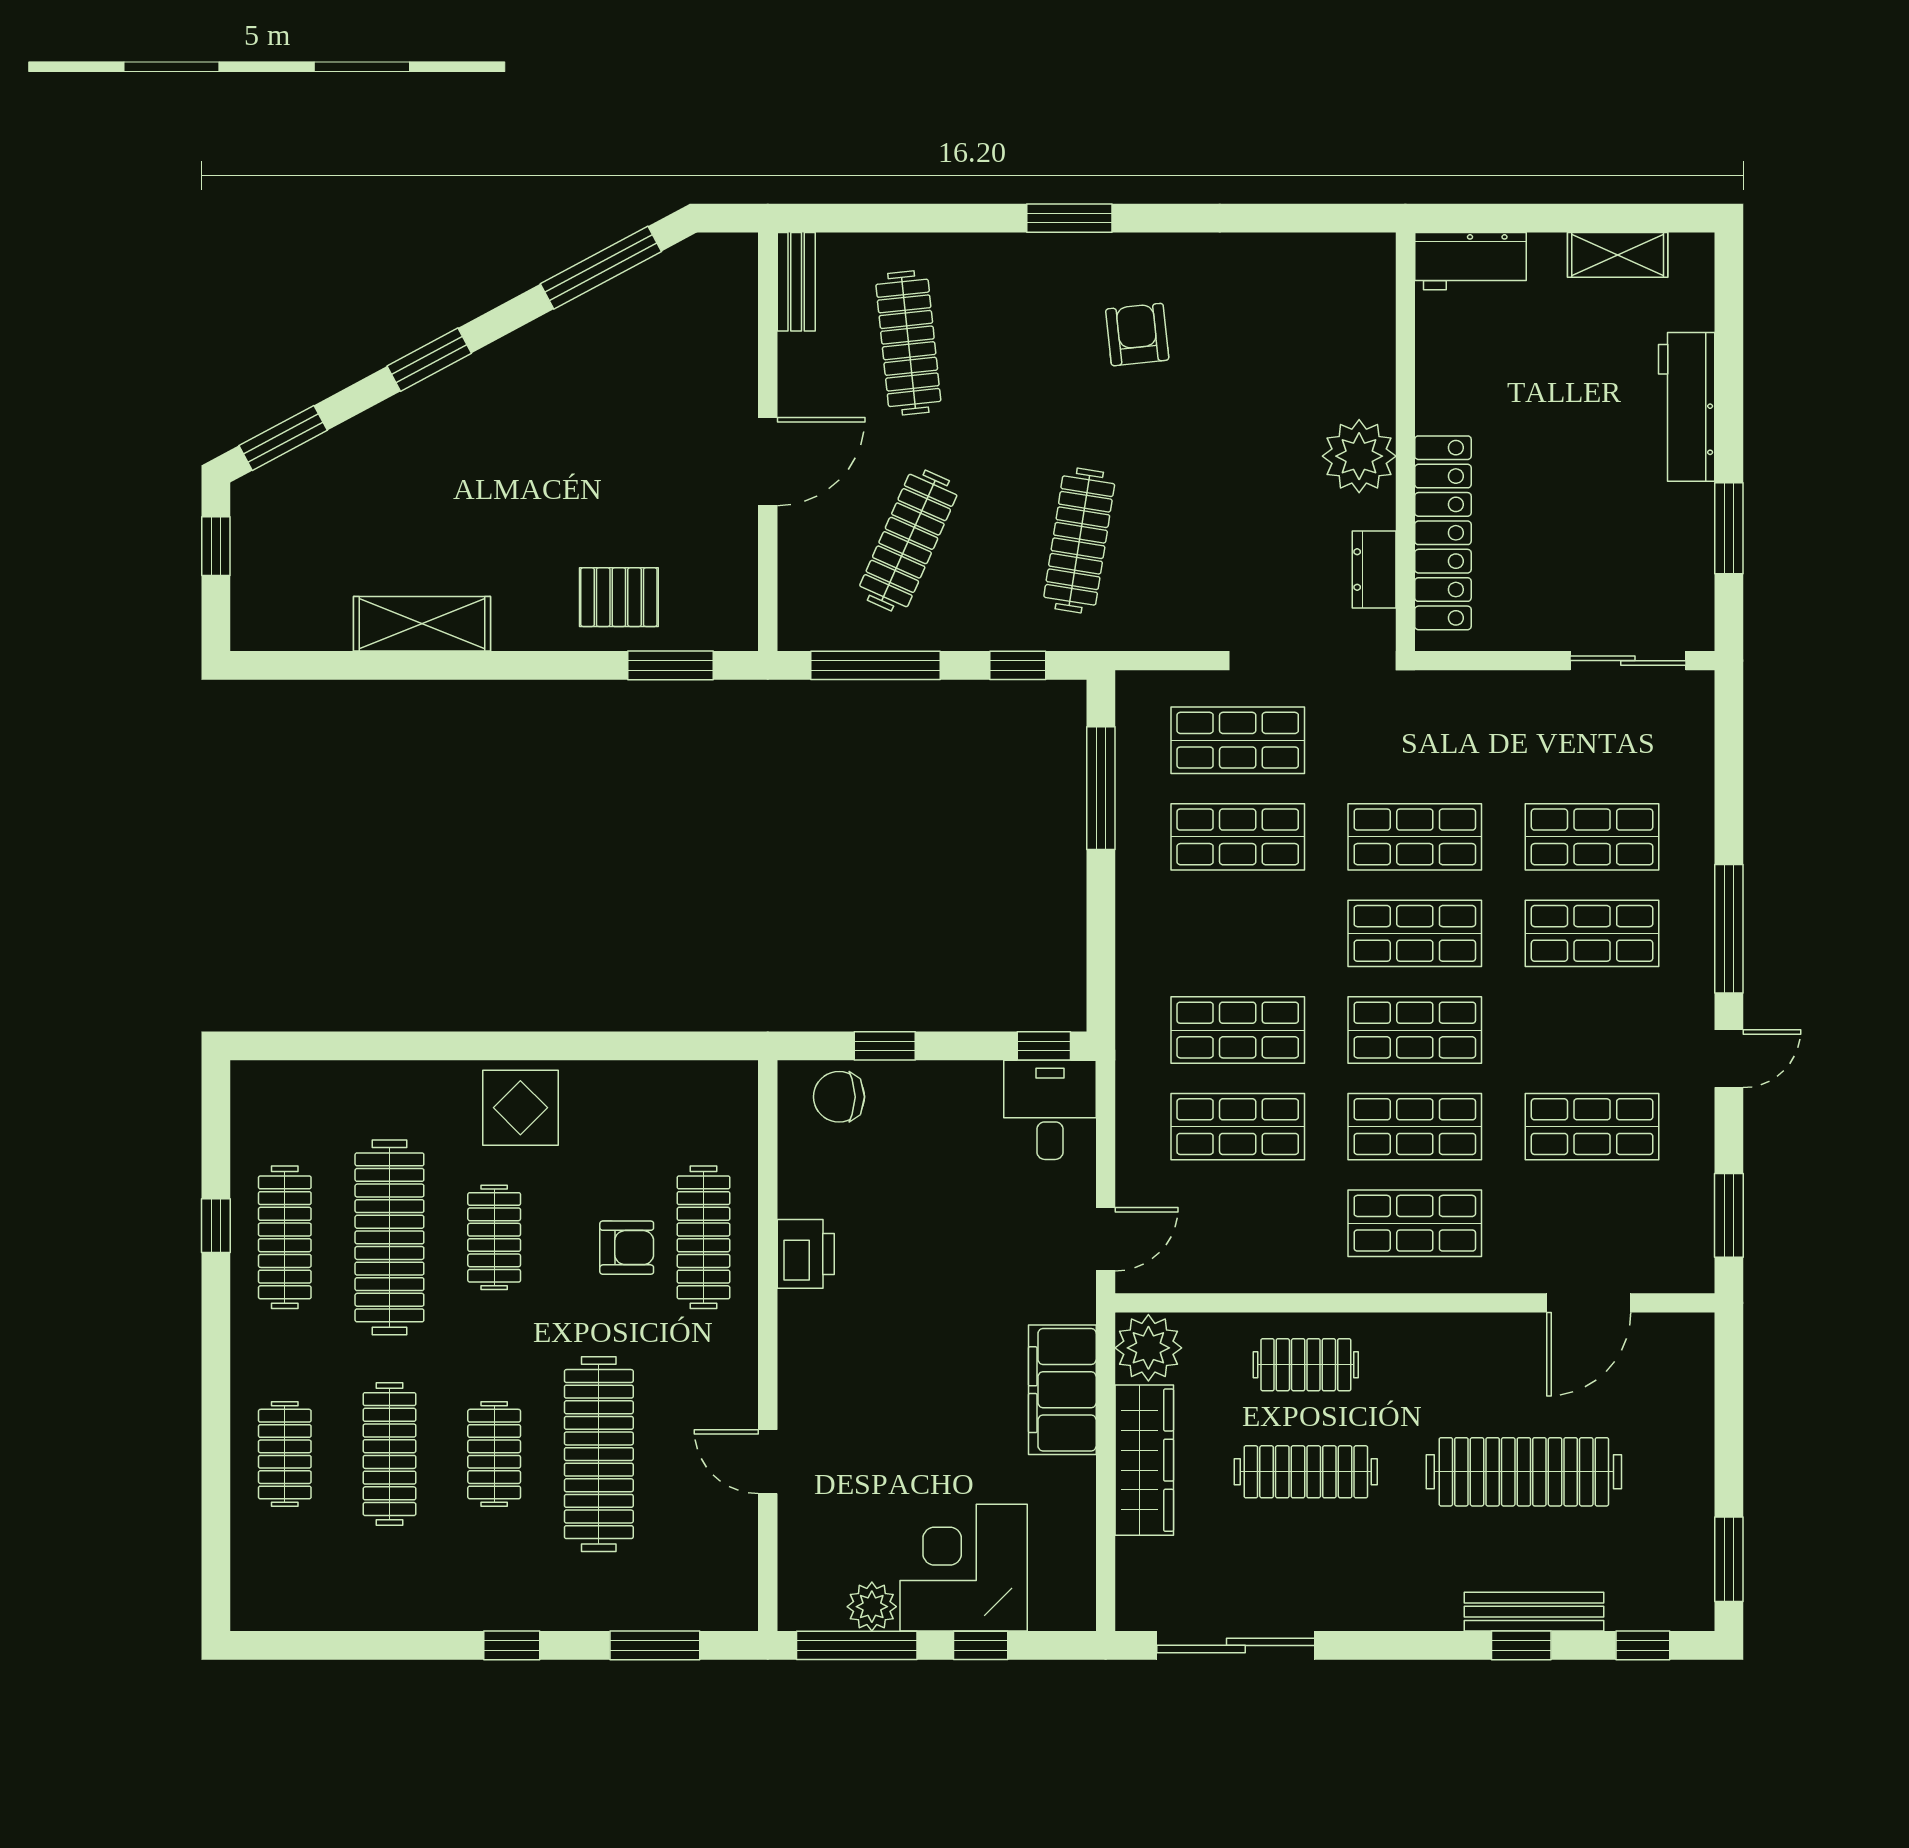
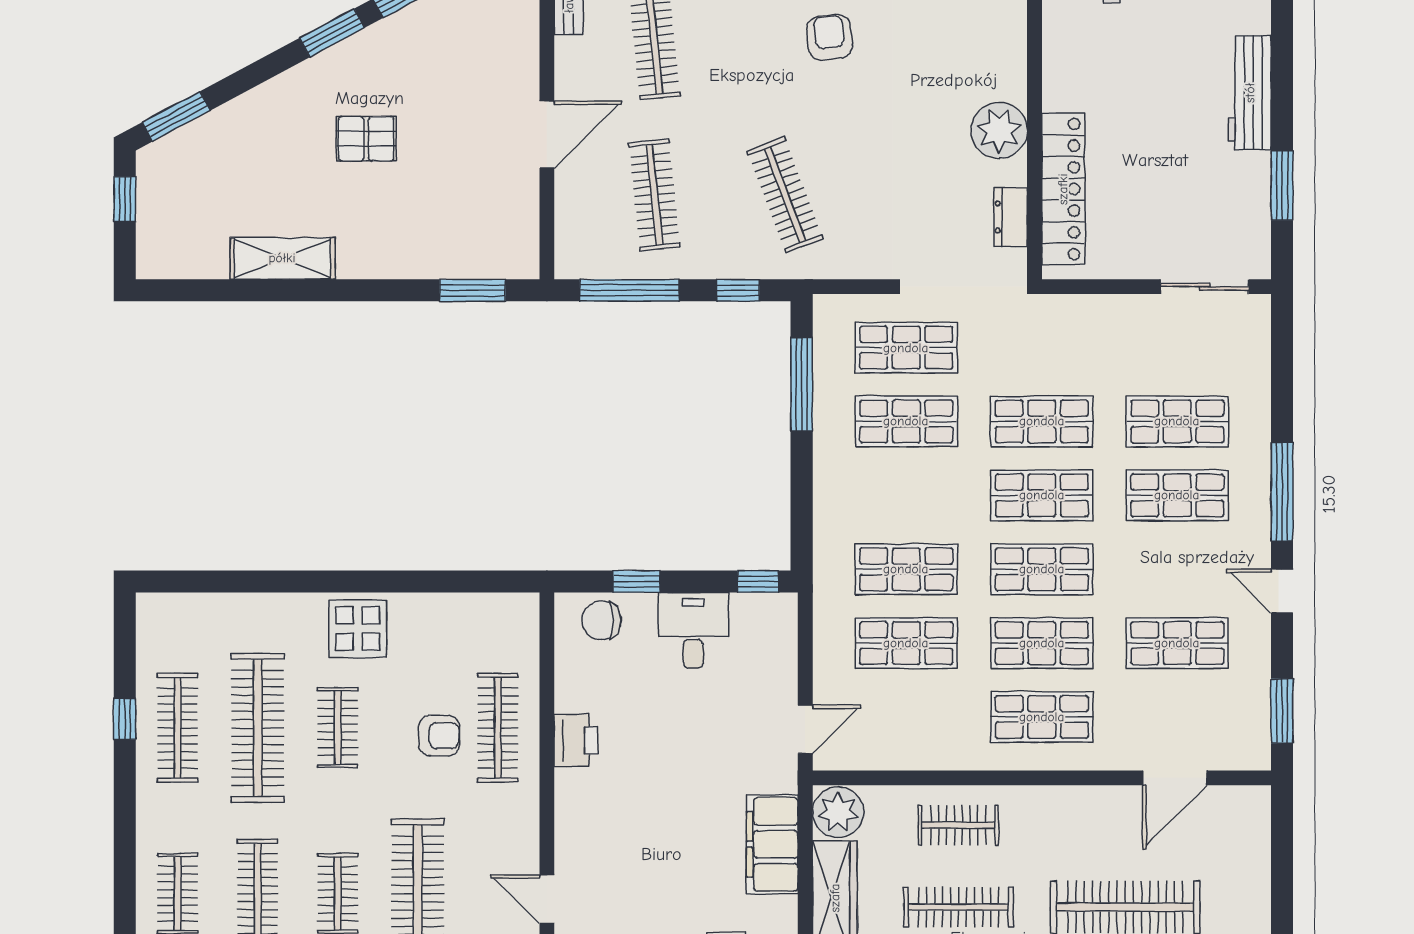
window: (429, 360) -> (332, 33), moved
clothes rail: (908, 540) -> (654, 195), turned -30
clothes rail: (1079, 540) -> (785, 195), turned -30
pallet: (619, 597) -> (366, 139), moved
door: (1729, 1059) -> (1282, 591), swing flipped
desk: (1050, 1110) -> (693, 630), moved

